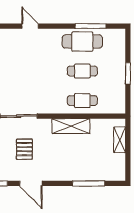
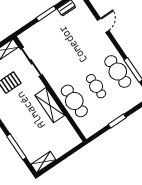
cafe table: (82, 101) -> (74, 101), width x1.37, depth x1.35
shelving: (120, 140) -> (43, 162), moved

